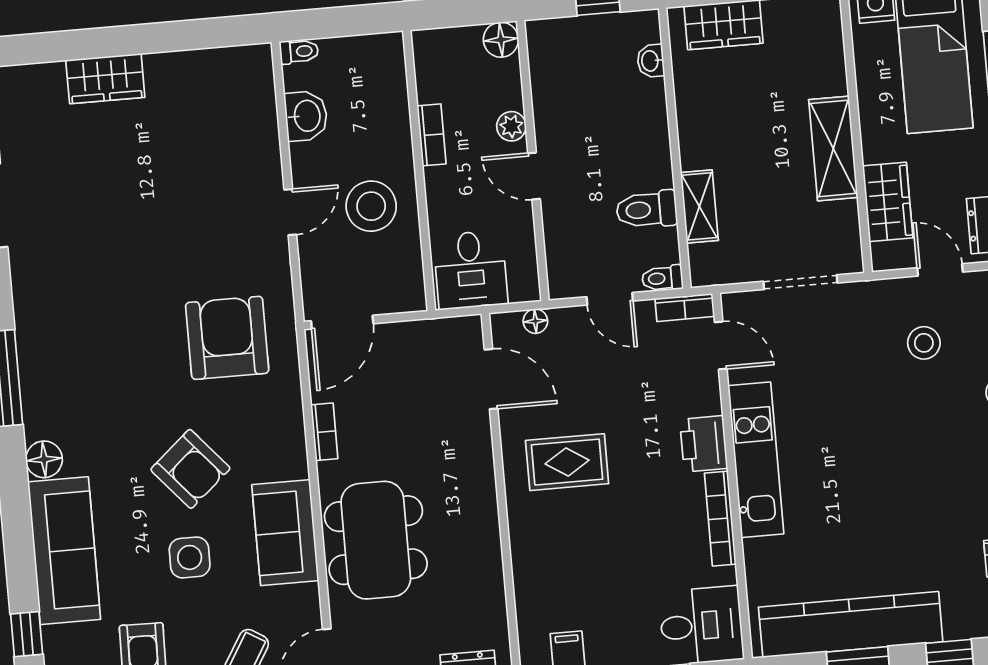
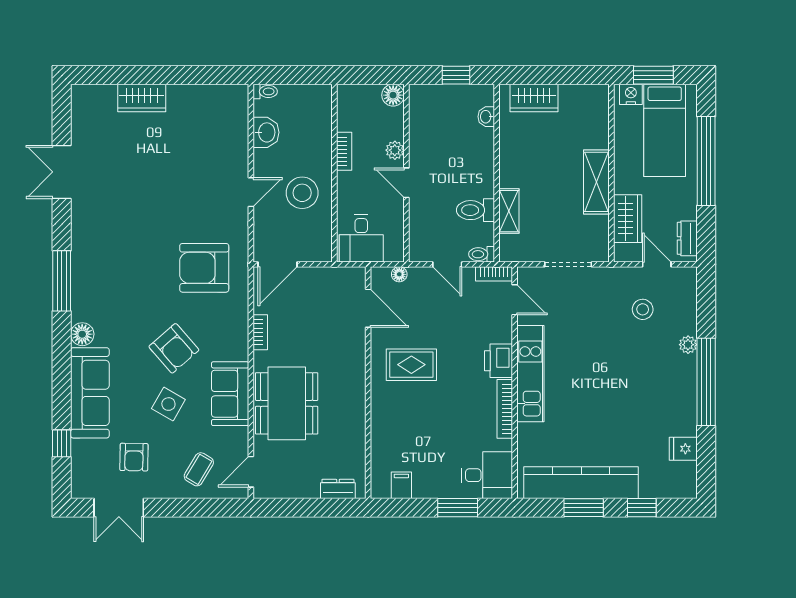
armchair: (227, 338) -> (204, 268), turned -90
side table: (190, 557) -> (168, 404), turned 30

